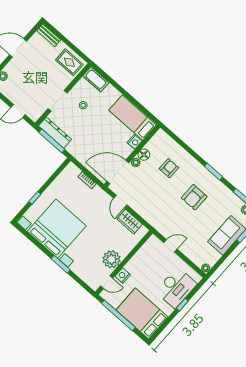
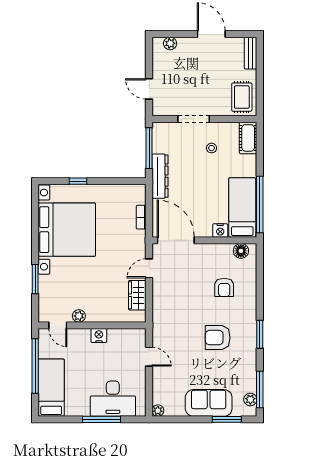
window: (140, 106) -> (260, 204), added
dresser: (55, 133) -> (160, 176), moved
floor lamp: (144, 155) -> (241, 251), moved
plant: (136, 162) -> (201, 250), removed
armchair: (169, 168) -> (224, 287), turned 90
plant: (112, 259) -> (79, 316), width x0.53, depth x0.53
window: (61, 264) -> (35, 279), moved
nightstand: (123, 276) -> (99, 336), moved
window: (182, 305) -> (102, 419), width x2.17
bed: (142, 314) -> (51, 388), width x0.67

